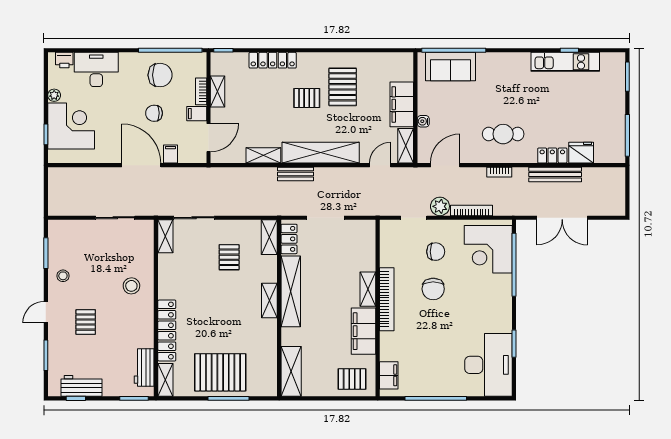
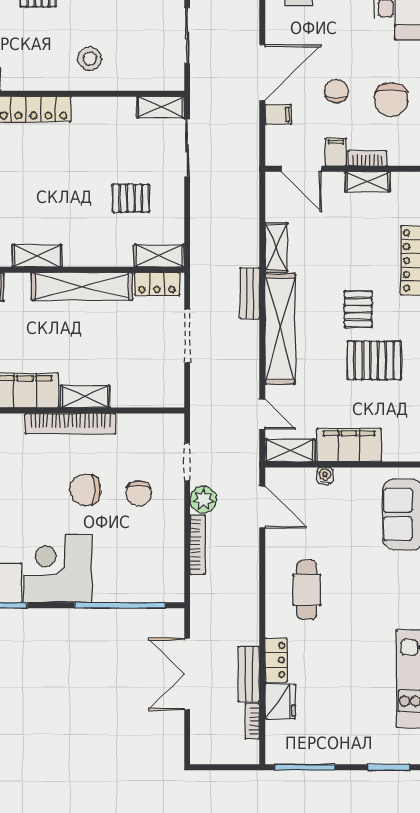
bookcase: (499, 172) -> (252, 721), moved
bench: (555, 175) -> (249, 674), width x0.73
corner desk: (488, 249) -> (58, 568), moved
shelving: (269, 300) -> (37, 256), moved

